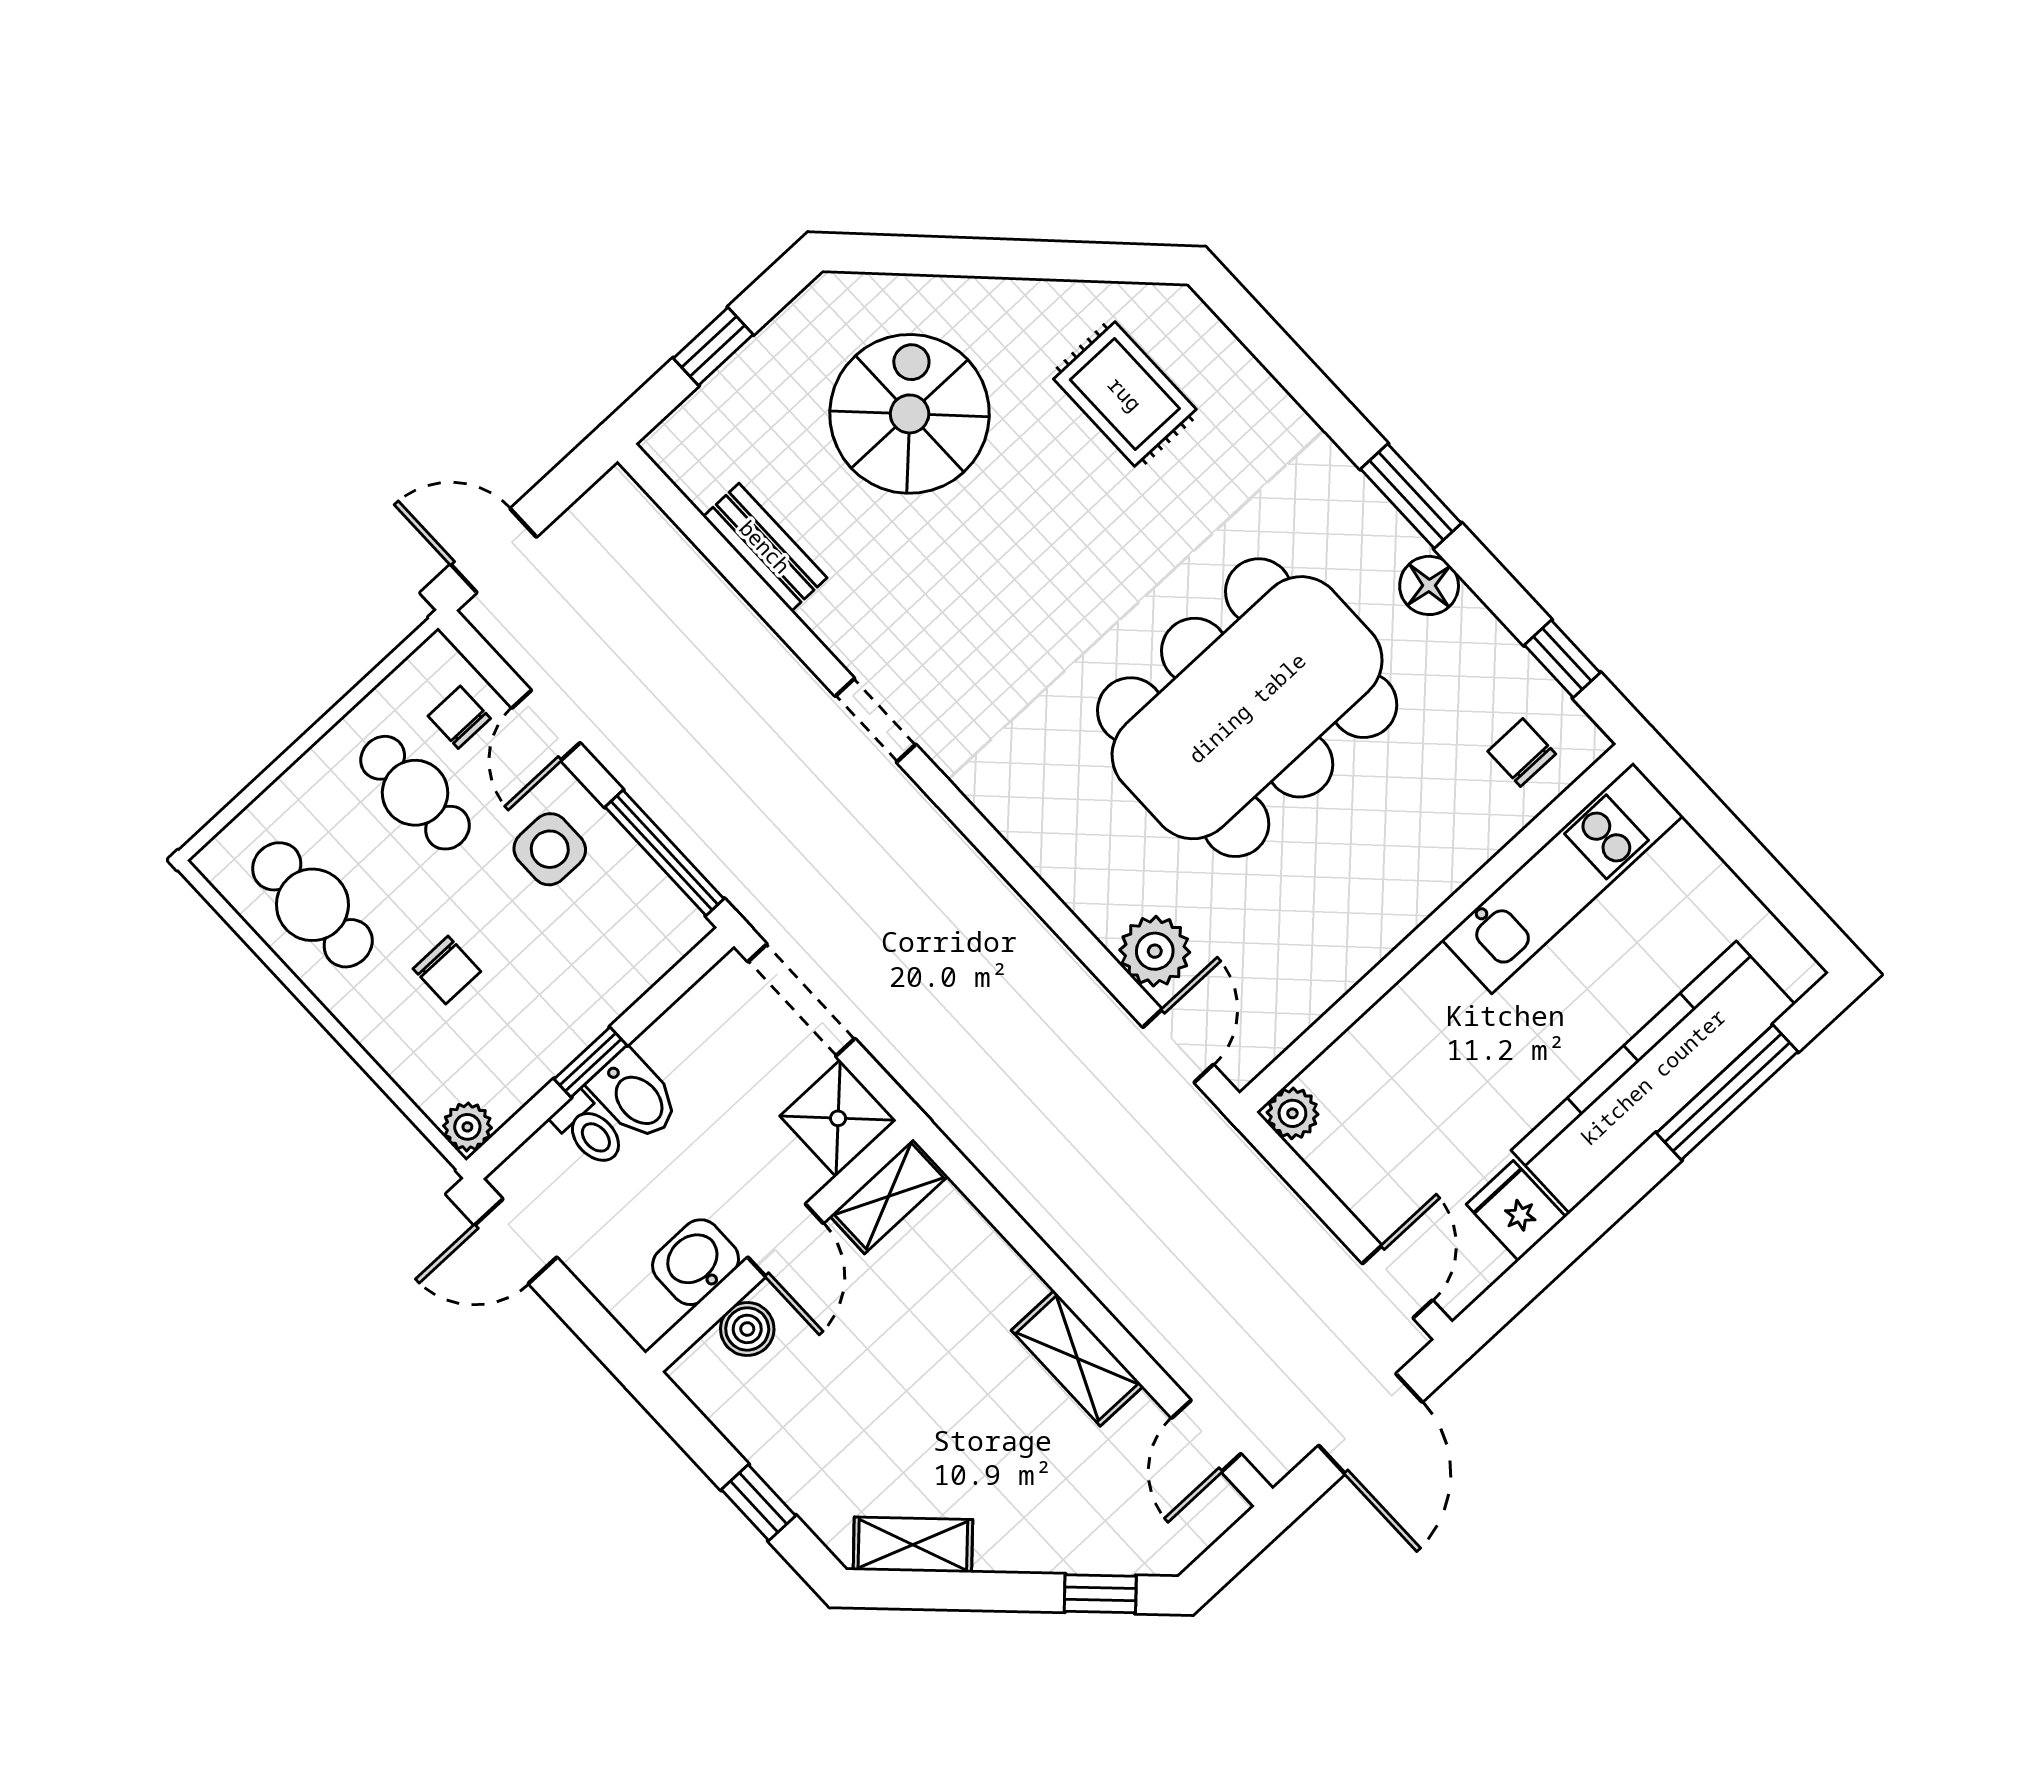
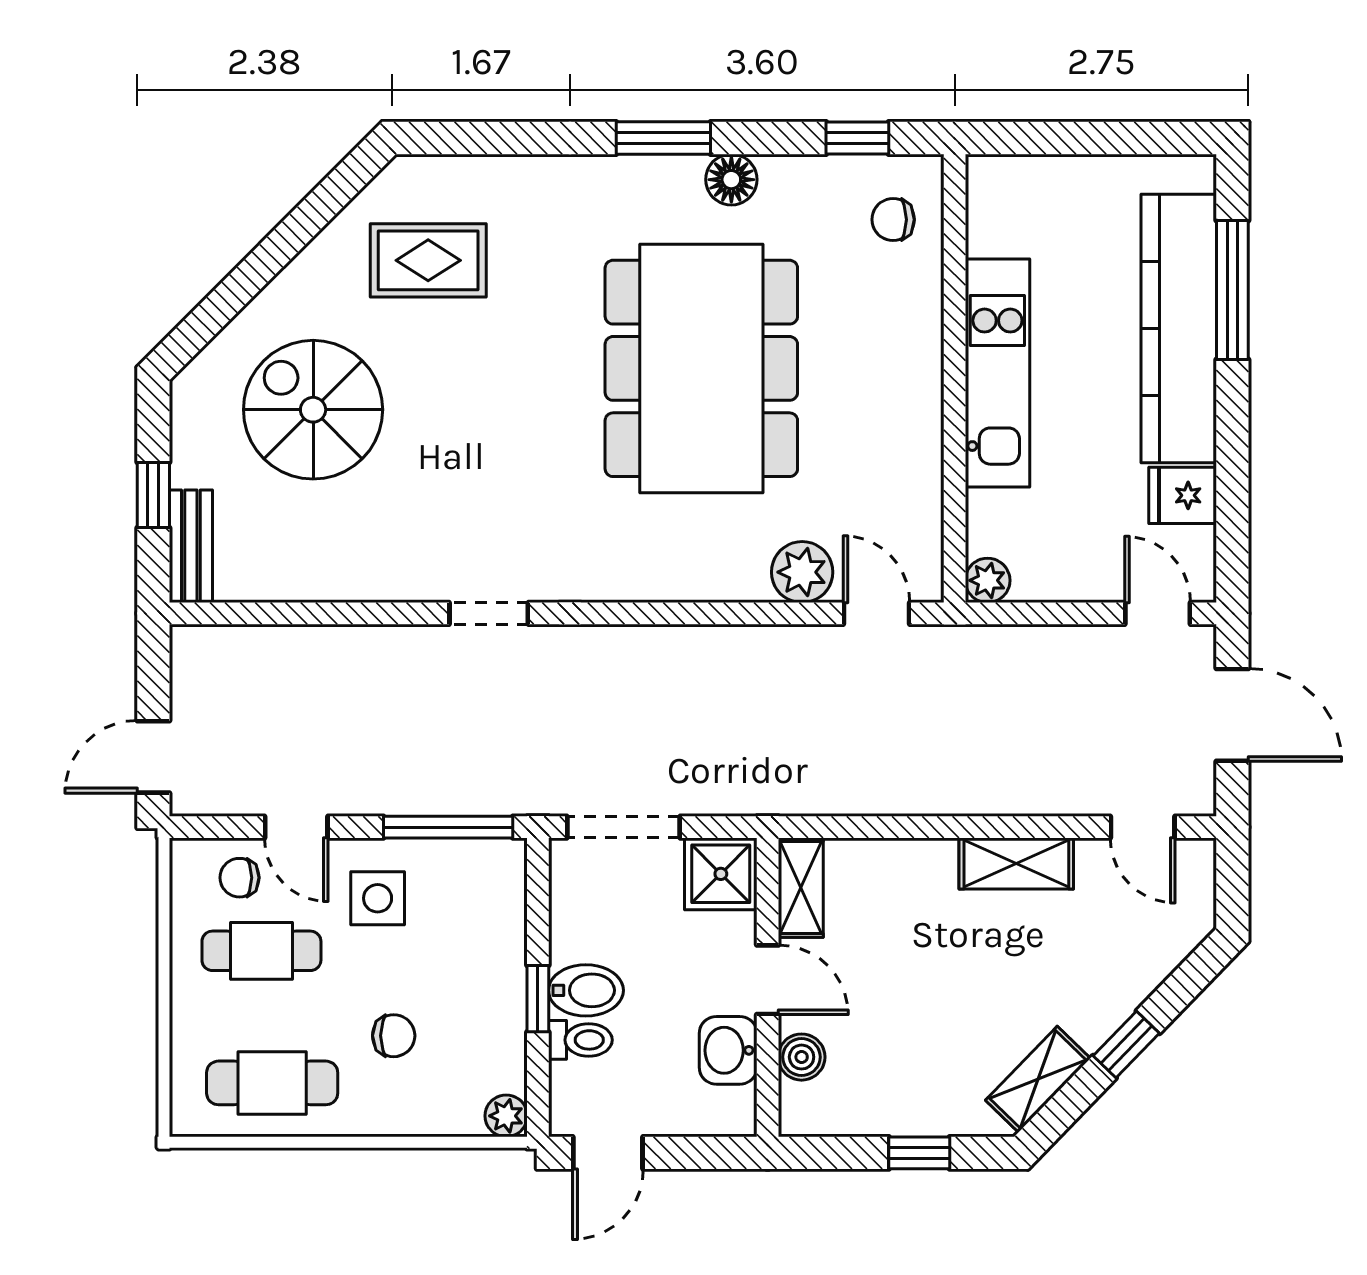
bench: (765, 547) -> (191, 546), moved, turned 90
kitchen unit: (1562, 878) -> (997, 373), moved
window: (1100, 1594) -> (1126, 1045), moved

